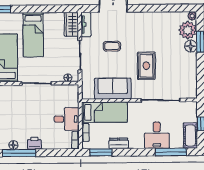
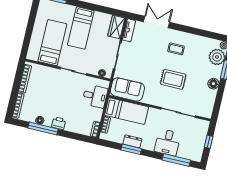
coffee table: (112, 46) -> (176, 49), moved
floor lamp: (191, 46) -> (213, 84), moved
rug: (146, 66) -> (173, 79), turned 90
sofa: (113, 89) -> (127, 89), moved
desk: (67, 119) -> (95, 96), moved
cot: (190, 135) -> (197, 150), removed
window: (101, 152) -> (131, 149), moved

